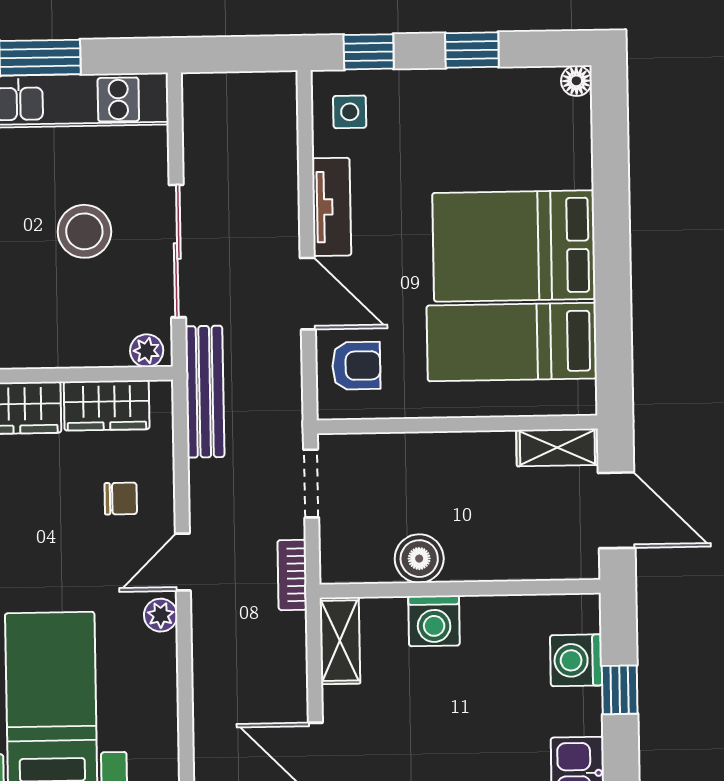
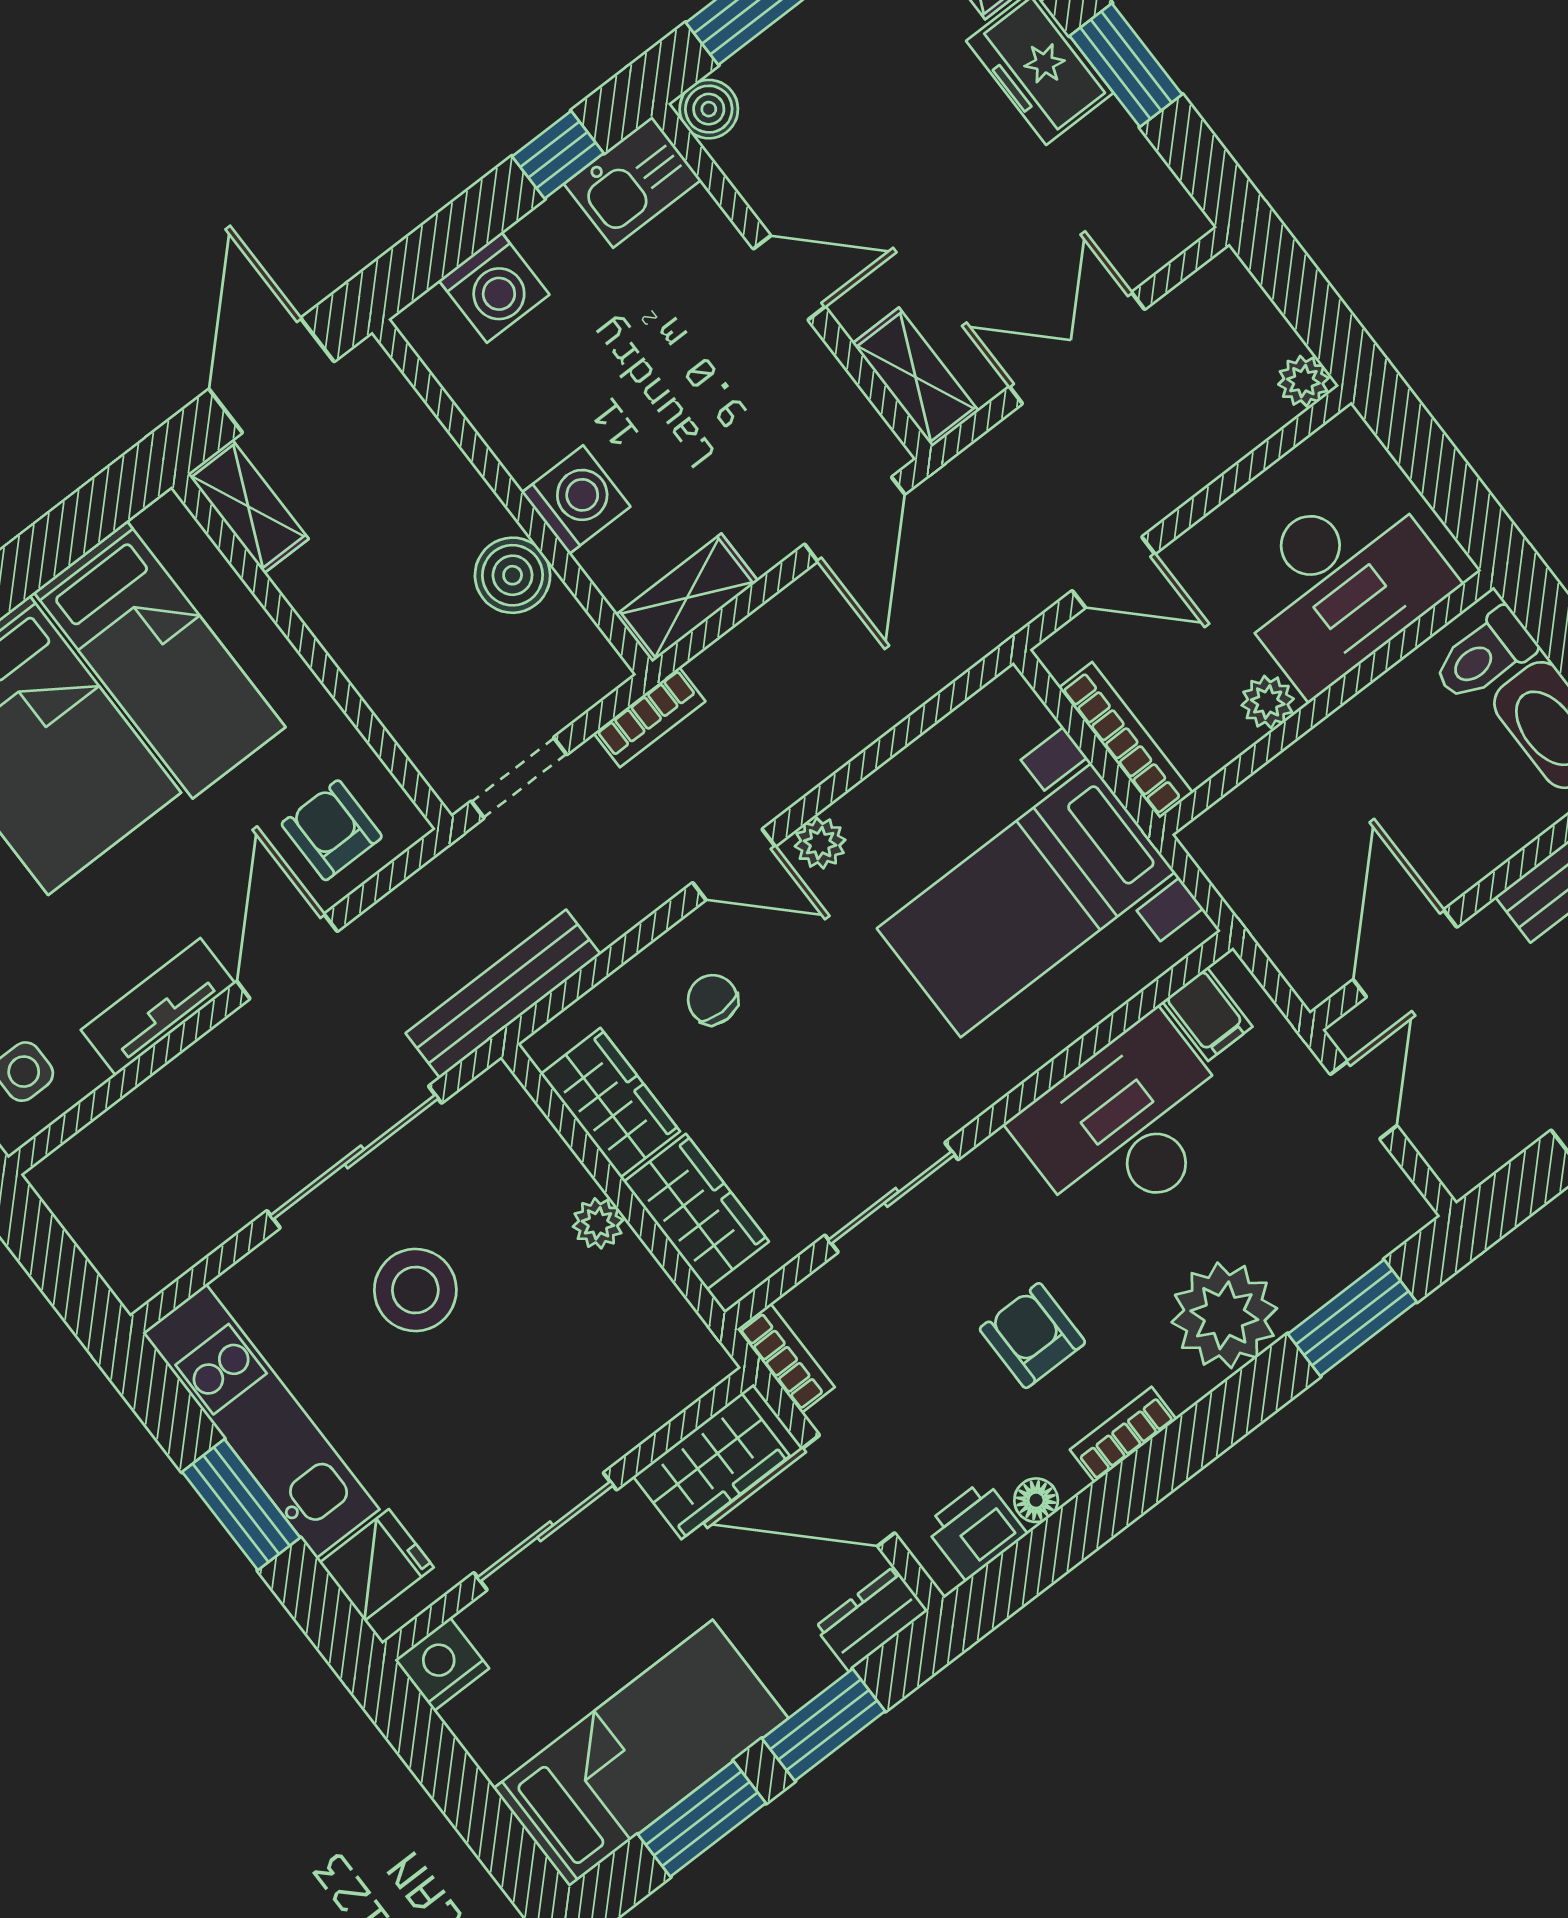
plant: (147, 351) -> (598, 1223), moved
window: (620, 690) -> (558, 155), moved

